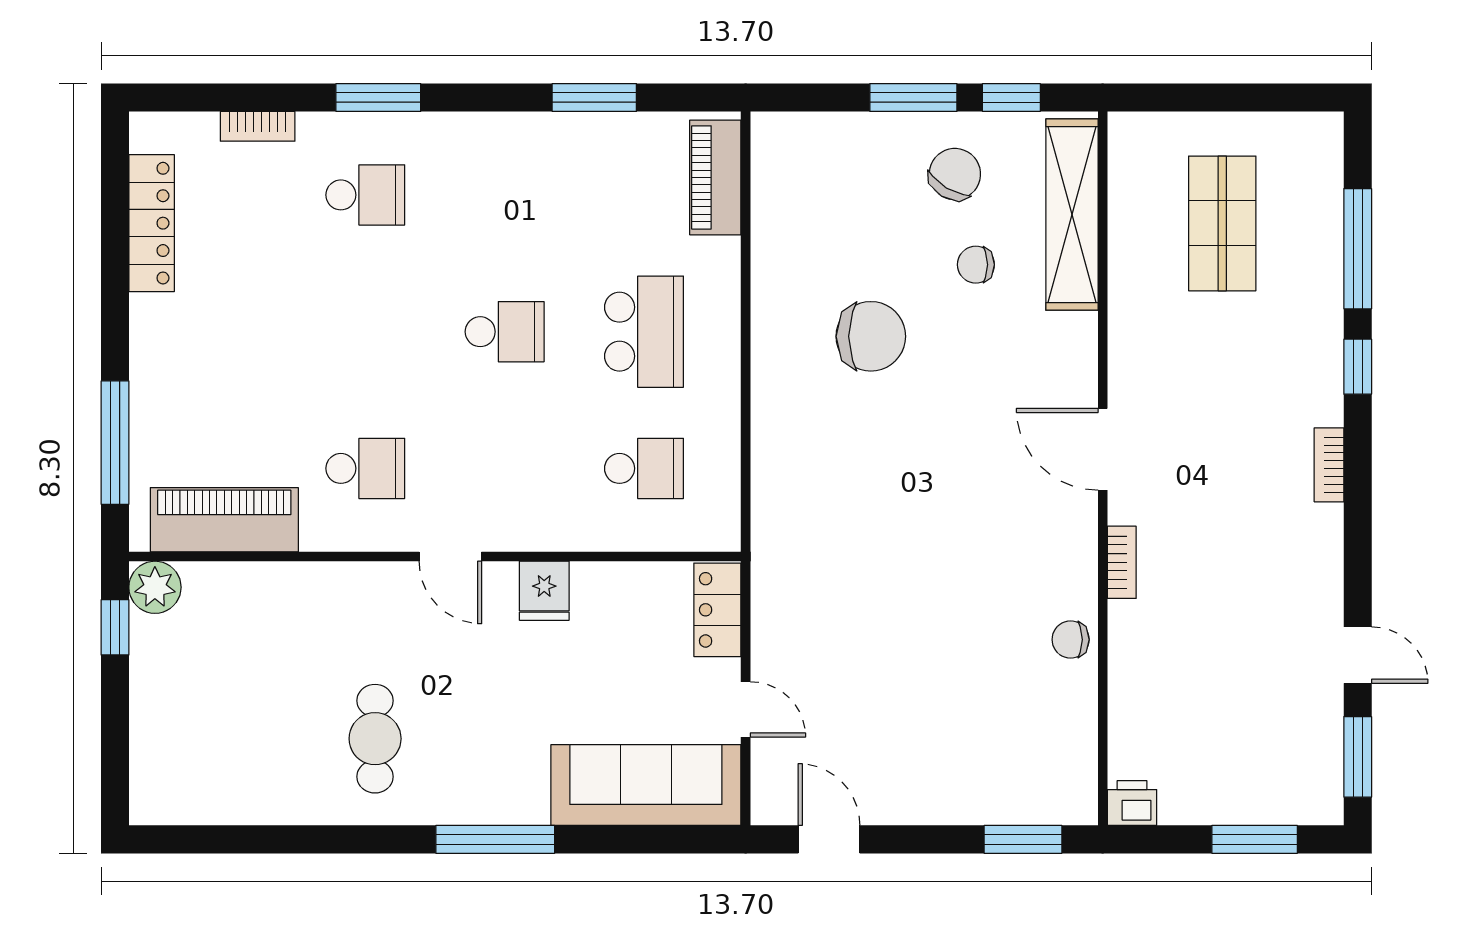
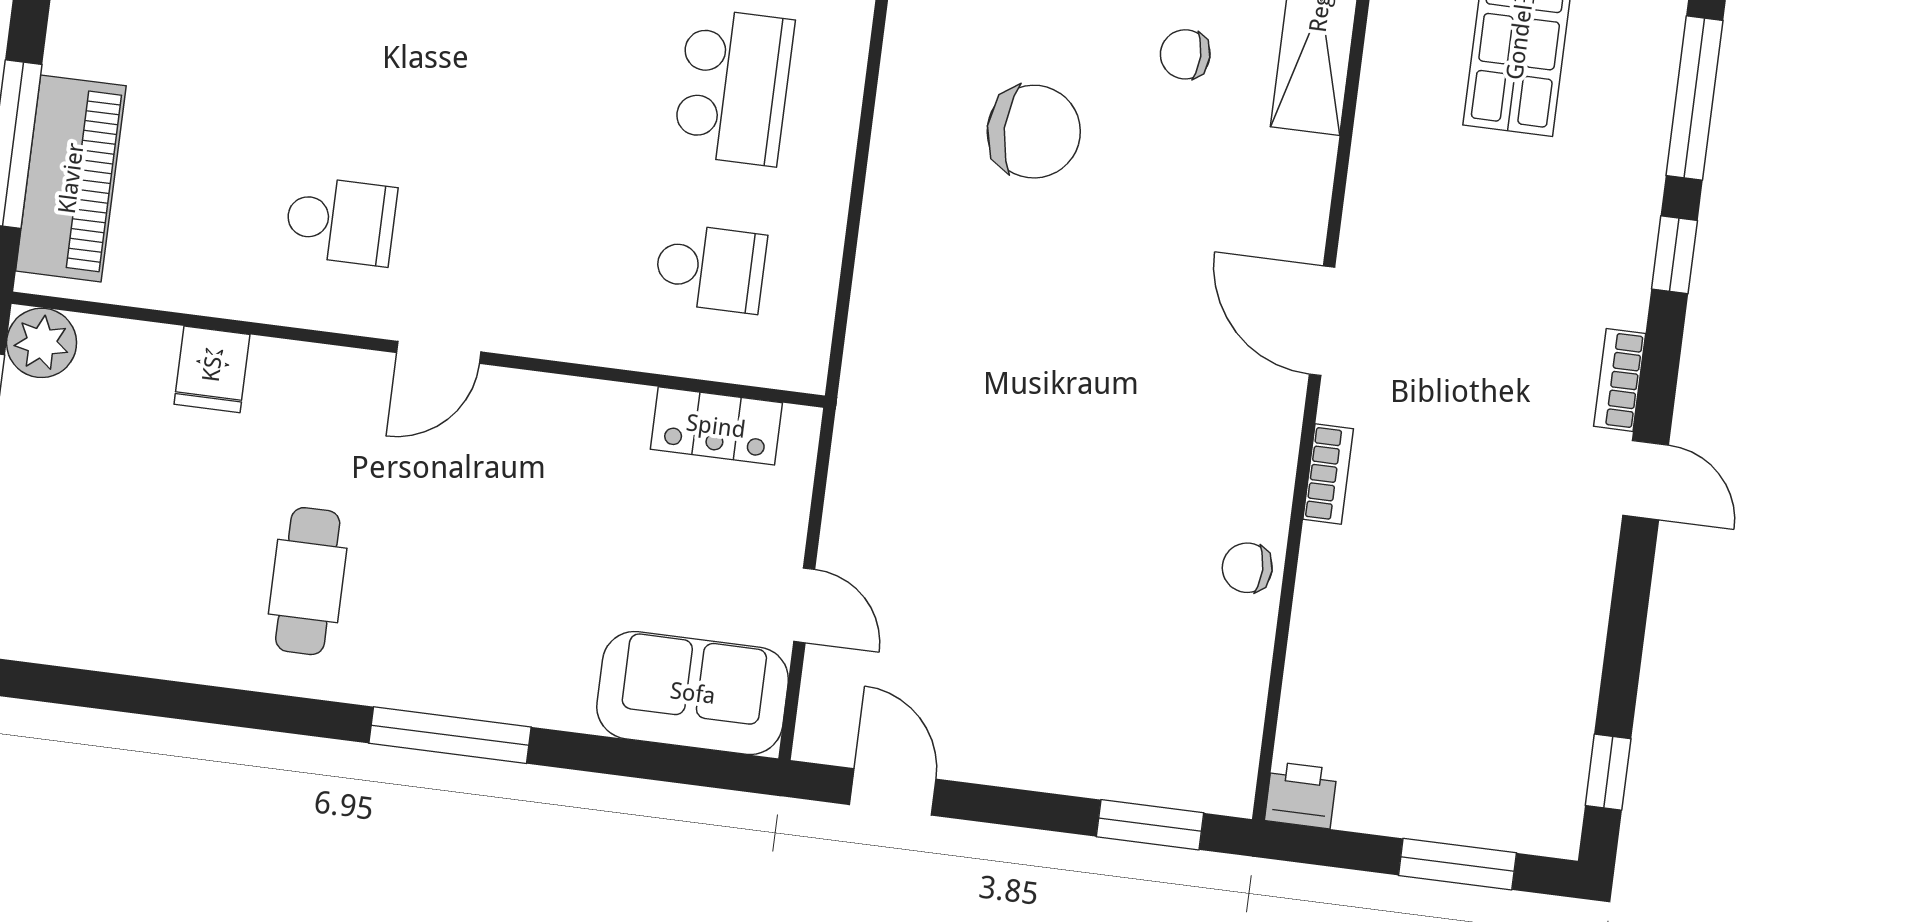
school desk: (505, 332) -> (549, 63), removed
piano: (224, 520) -> (71, 178), moved, turned 90
door: (450, 557) -> (439, 352), hinge flipped
fridge: (544, 591) -> (212, 369), moved
locker: (717, 610) -> (716, 426), moved, turned -90
door: (1358, 655) -> (1646, 480), moved
window: (1358, 757) -> (1608, 772), width x0.67
sofa: (646, 785) -> (693, 693), width x0.73

